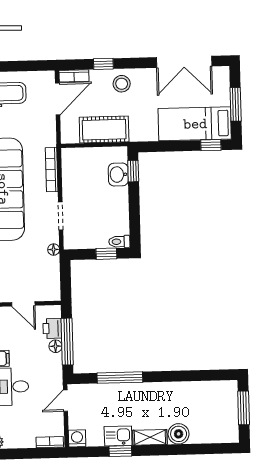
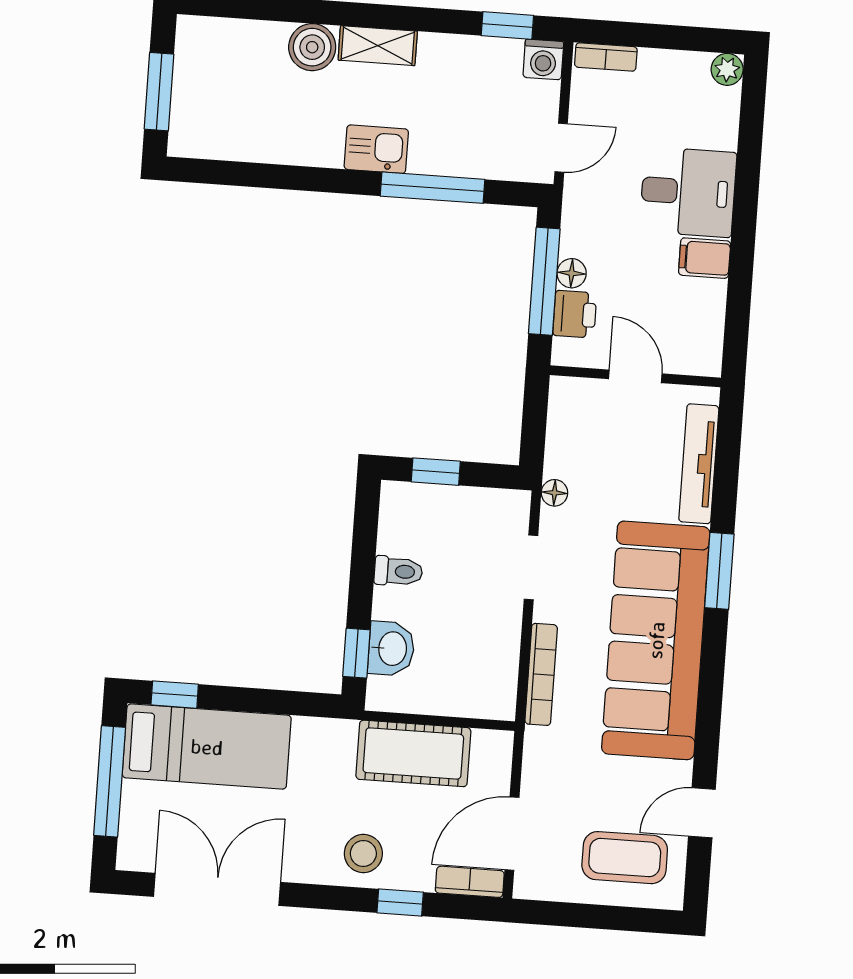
window: (236, 104) -> (110, 781), width x1.44
toilet: (119, 242) -> (398, 571), moved
kitchen sink: (118, 436) -> (376, 149), moved, turned 180
window: (120, 451) -> (507, 25), moved

